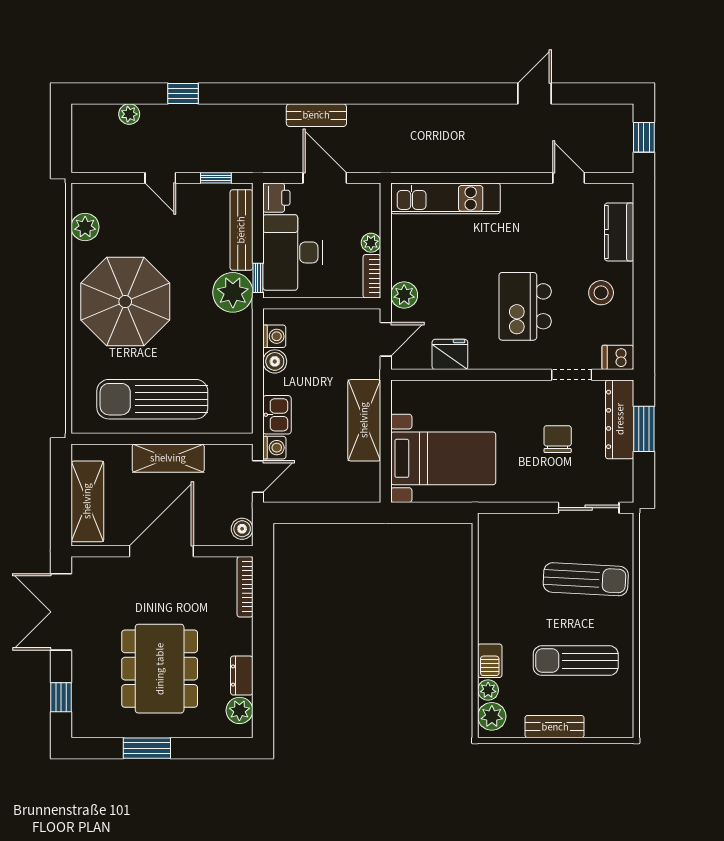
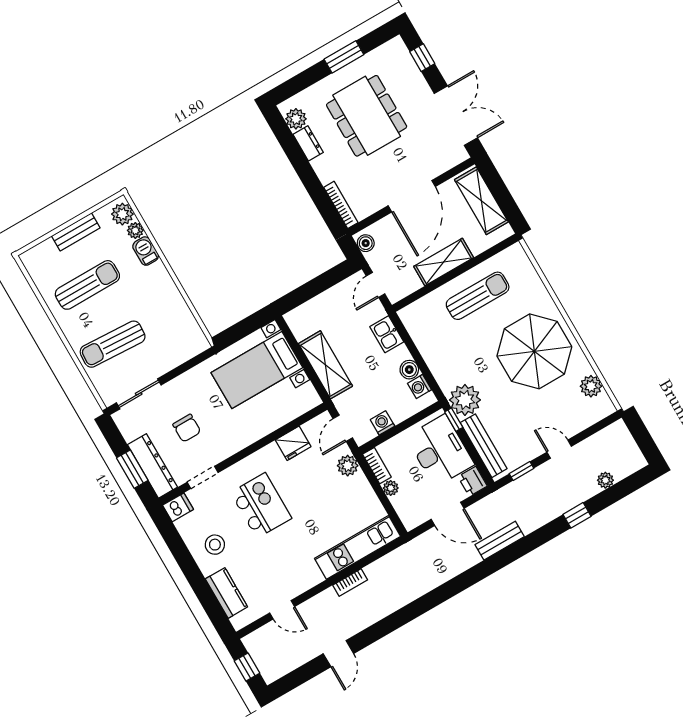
bench: (316, 115) -> (500, 541), moved
bookcase: (476, 164) -> (350, 583), added
sun lounger: (152, 399) -> (478, 296), width x0.73, depth x0.75
washing machine: (274, 448) -> (382, 423), moved, turned 90

